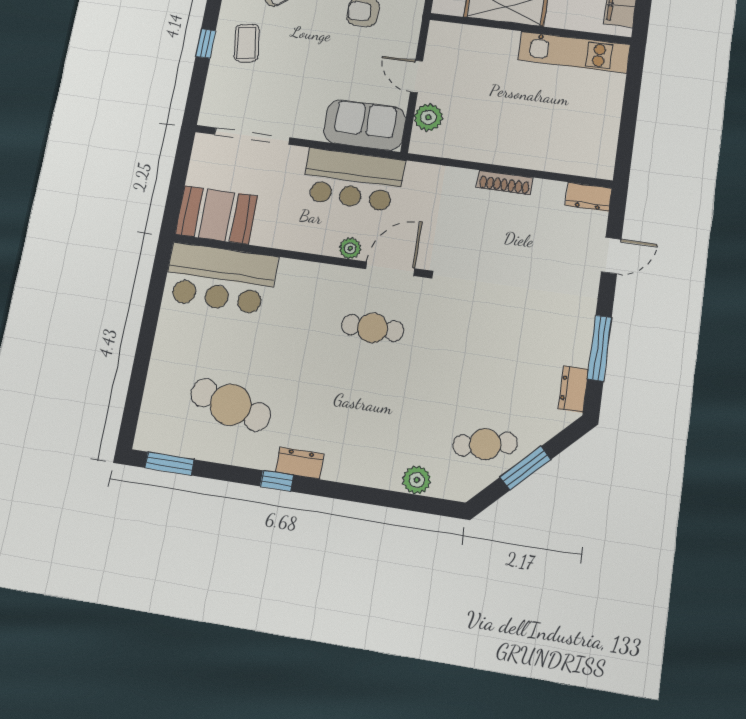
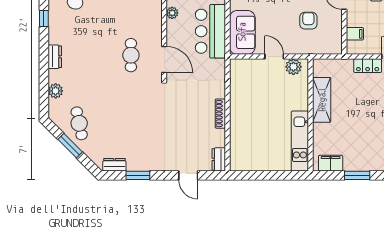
door: (417, 76) -> (274, 57), hinge flipped
plant: (428, 117) -> (293, 67), moved
plant: (350, 248) -> (172, 13), moved
window: (599, 348) -> (138, 175), width x0.69
dresser: (300, 463) -> (55, 57), moved

